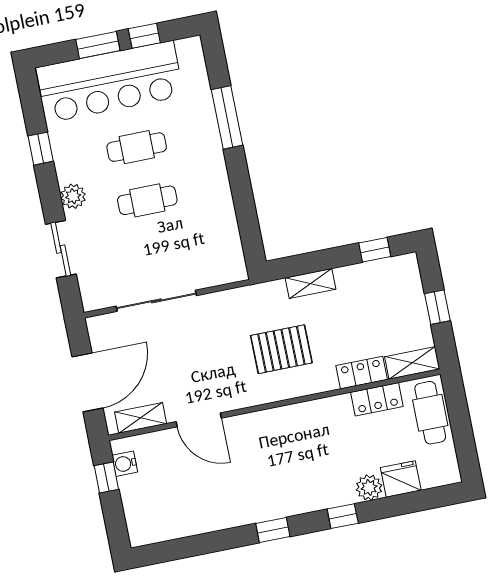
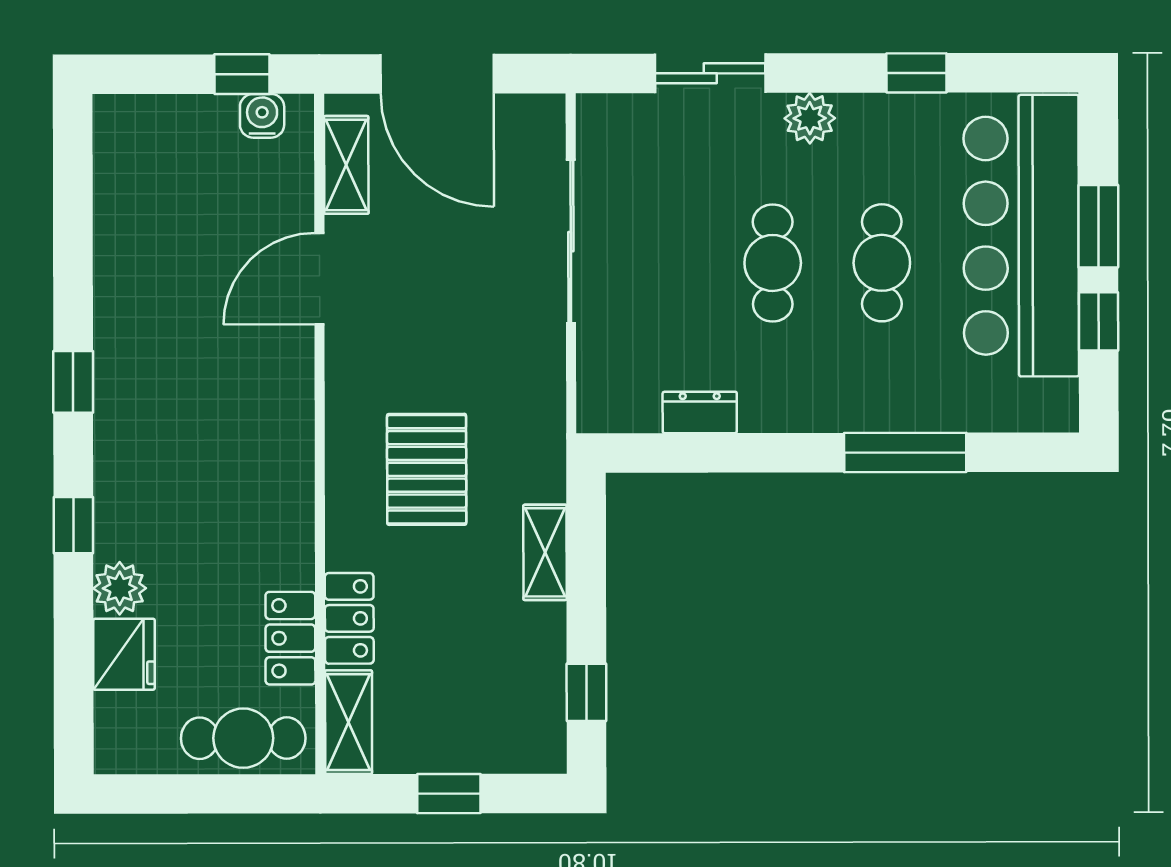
dresser: (227, 221) -> (700, 412), added

